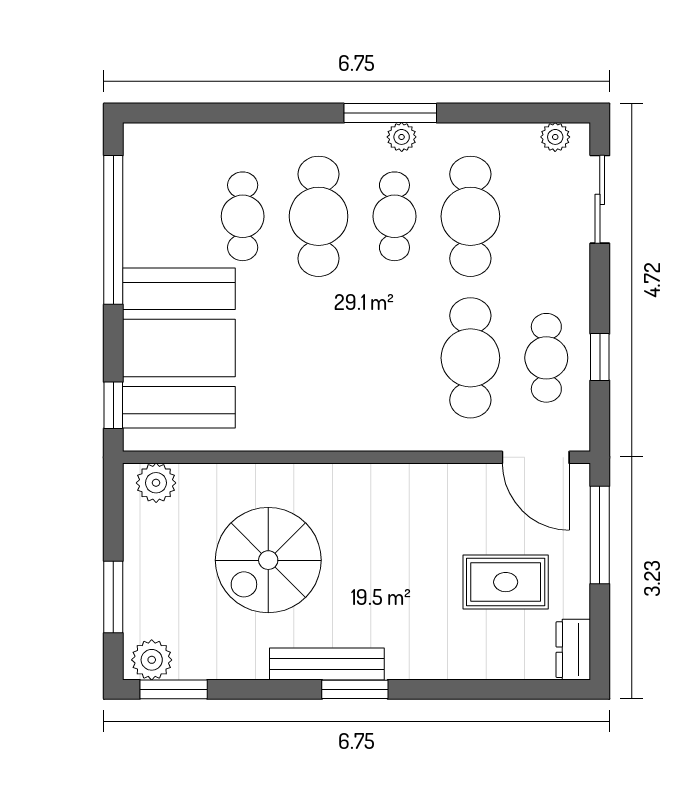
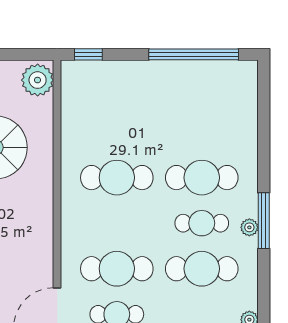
cafe table: (243, 216) -> (117, 178), moved, width x1.37, depth x1.35
booth: (179, 348) -> (123, 94), removed
plant: (156, 483) -> (38, 80), width x1.36, depth x1.36

